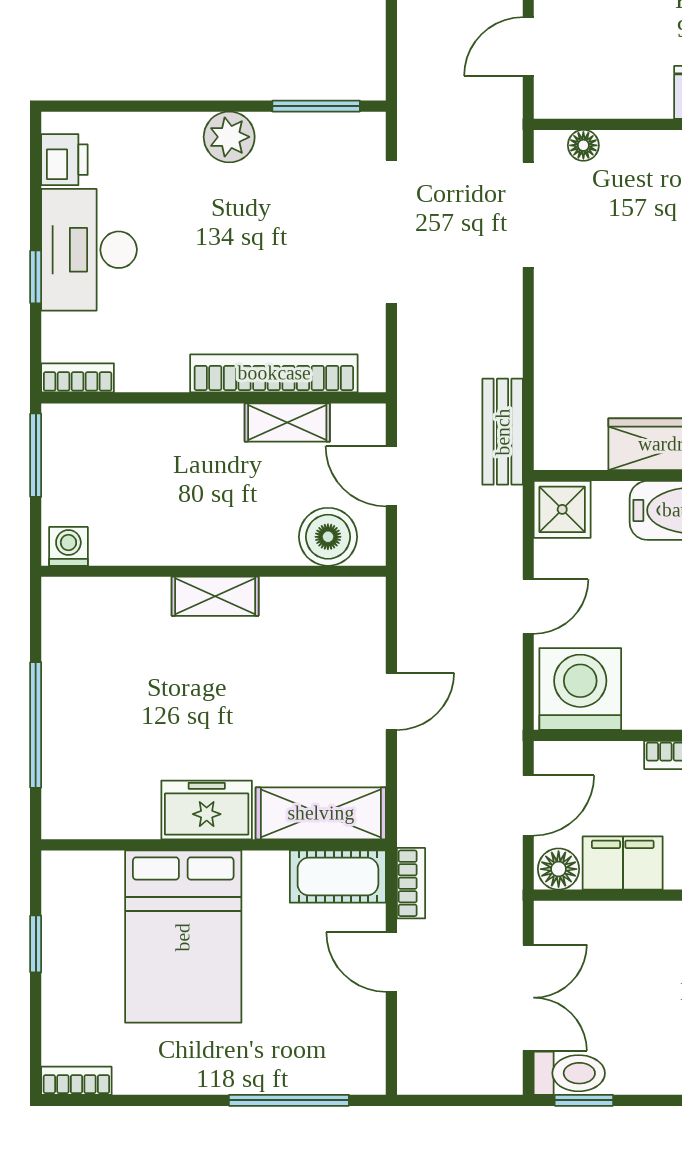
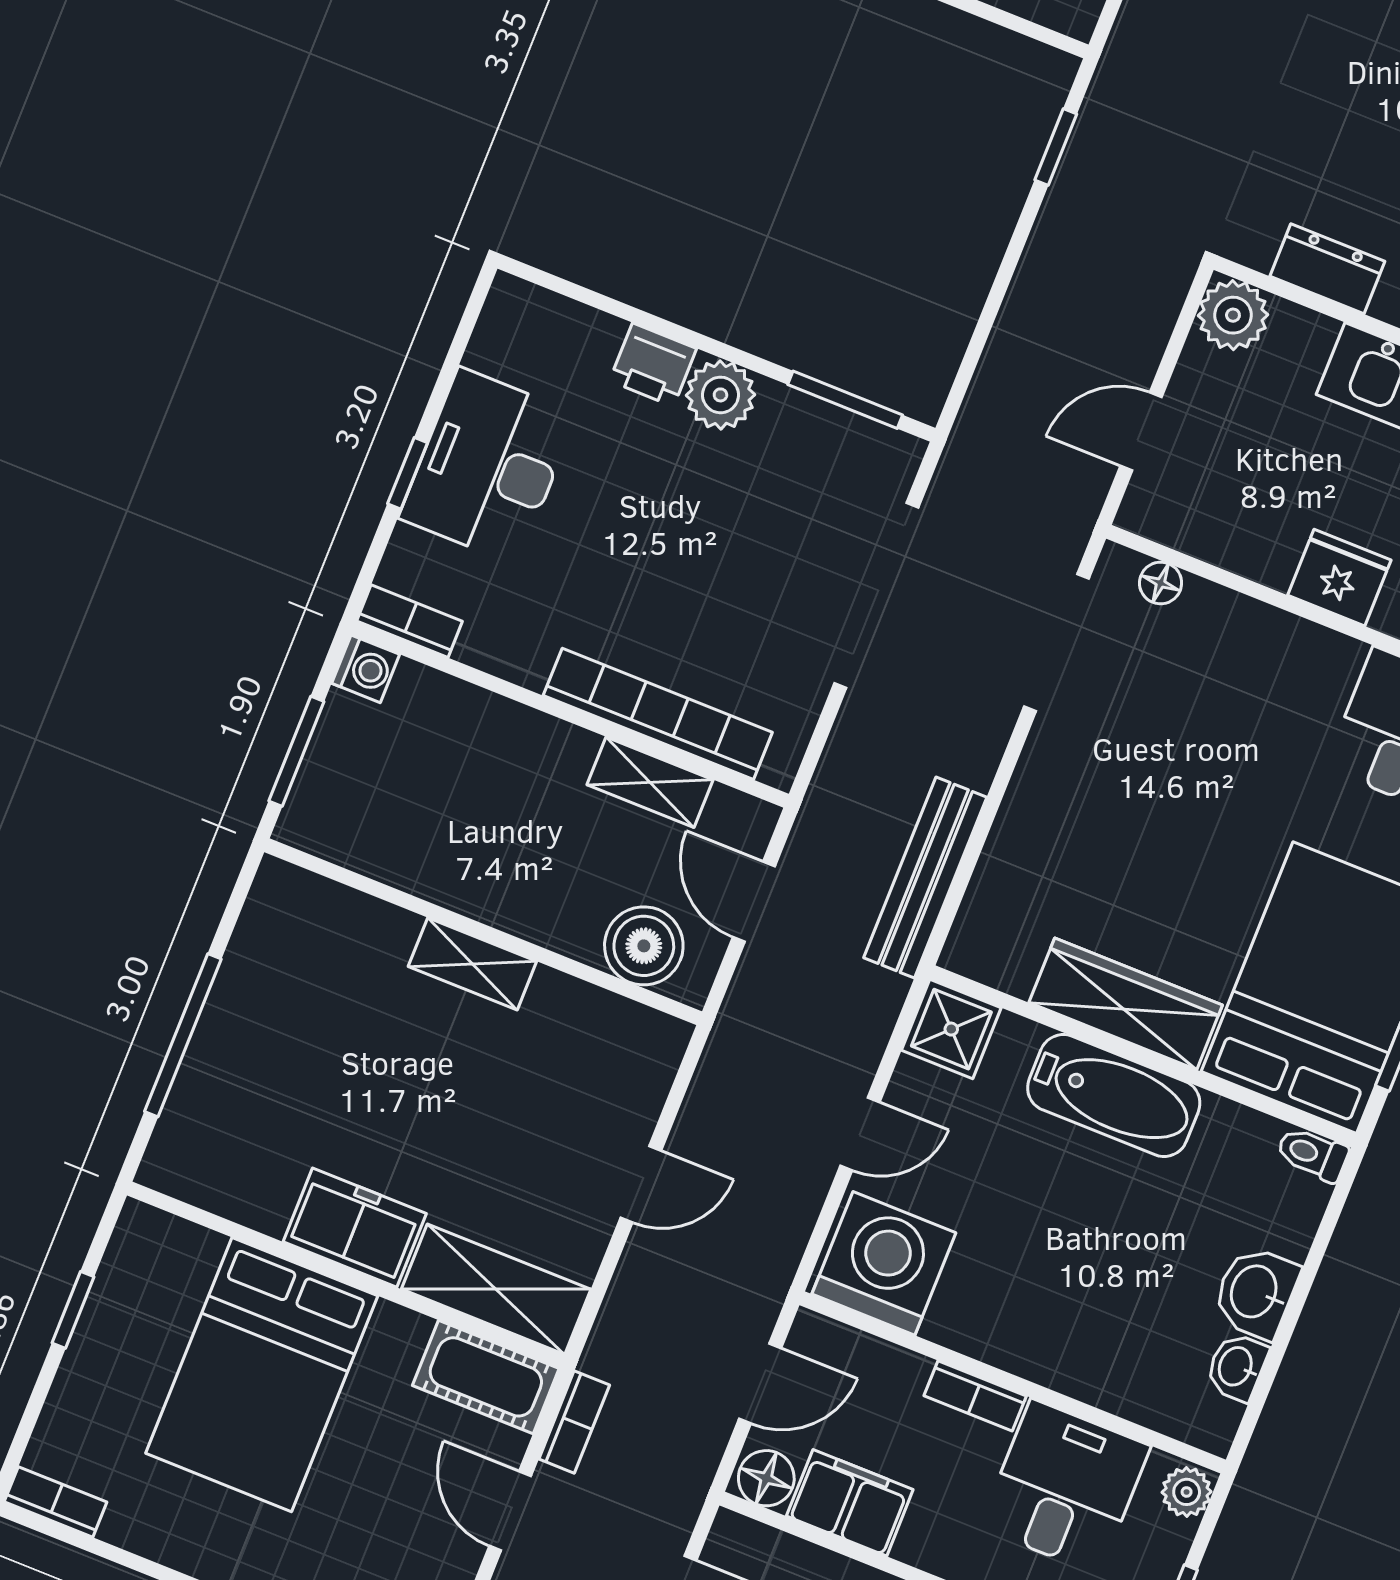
printer: (64, 160) -> (653, 365), moved, turned 90
bench: (503, 432) -> (925, 877), width x1.36
window: (36, 455) -> (296, 751), moved
washing machine: (68, 546) -> (366, 669), moved, turned 90

